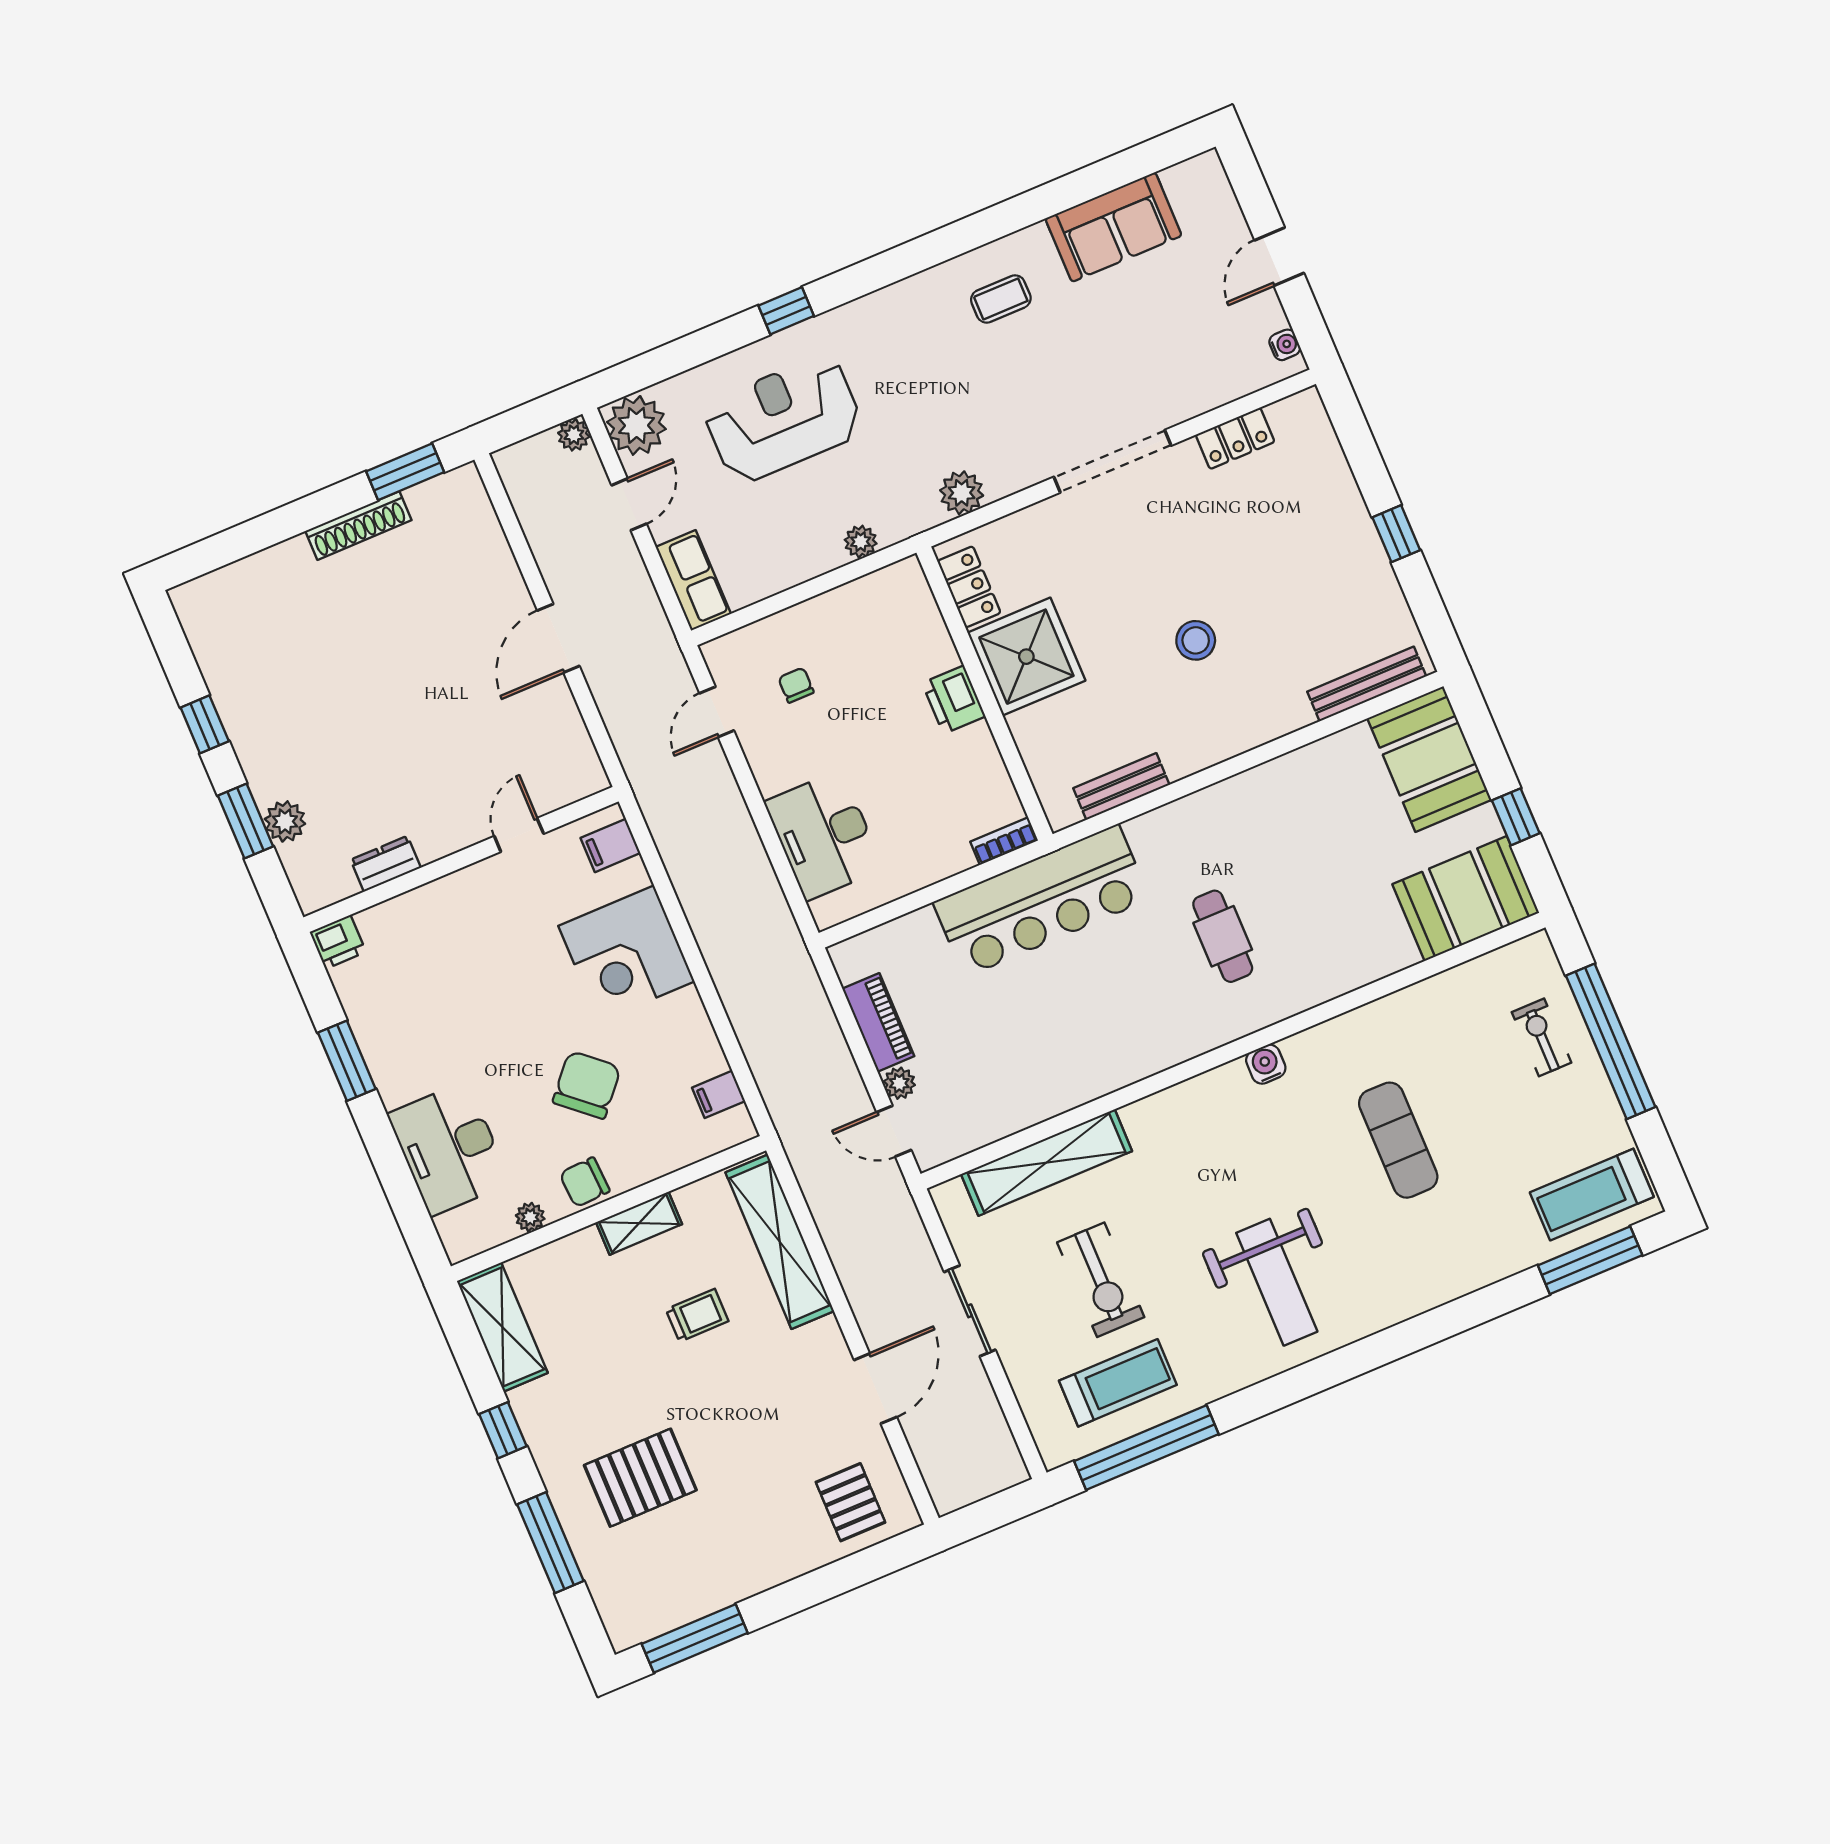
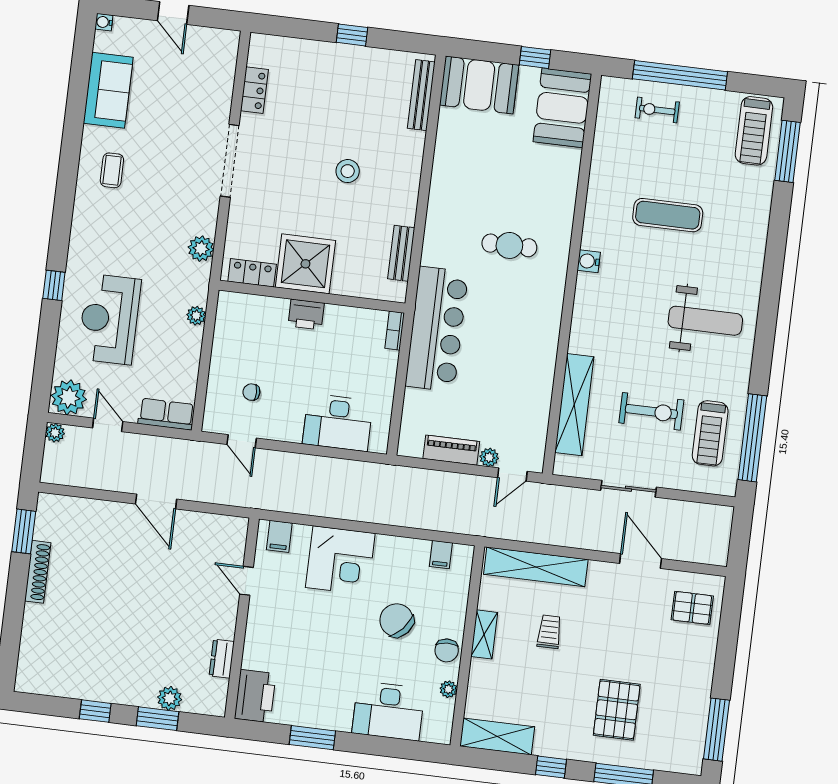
water cooler: (1285, 345) -> (104, 22), moved, turned -90
printer: (338, 942) -> (255, 696), width x1.87, depth x1.48
treadmill: (1118, 1383) -> (710, 433), turned 180

